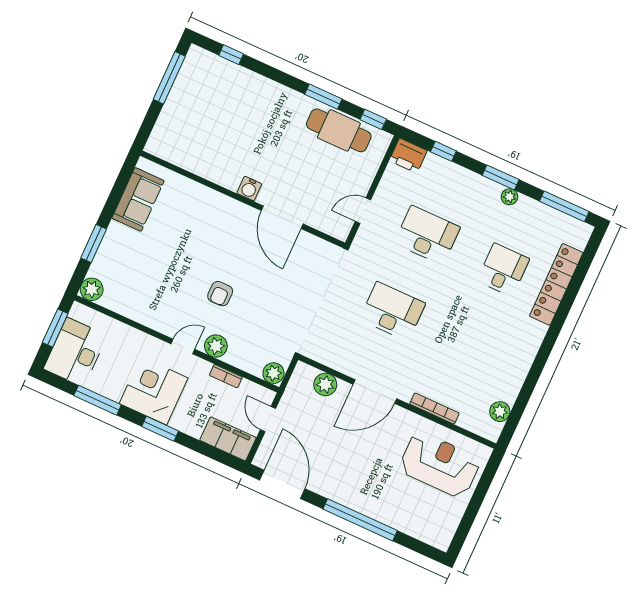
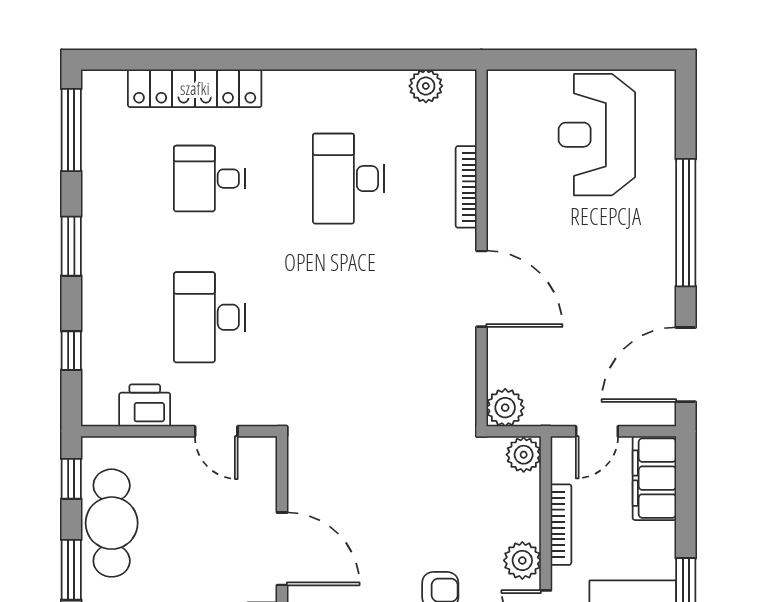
printer: (408, 156) -> (145, 405), moved, turned -90
plant: (509, 197) -> (94, 219), removed
door: (282, 217) -> (282, 549), hinge flipped
desk: (392, 311) -> (348, 179), moved
bookcase: (226, 376) -> (561, 525), width x1.56
plant: (325, 385) -> (505, 408), moved
reception desk: (440, 465) -> (597, 135), moved

